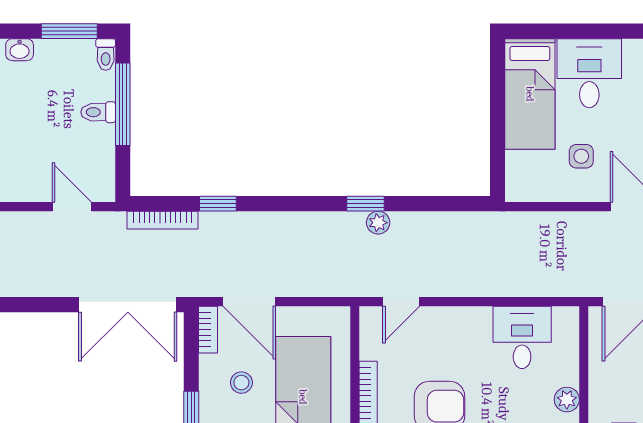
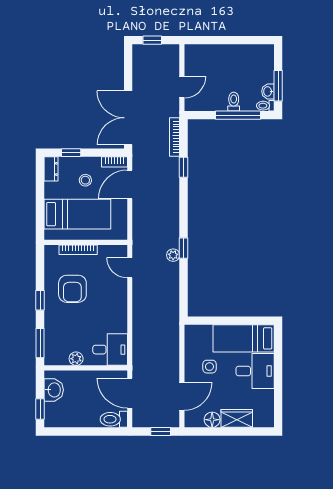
washbasin: (20, 50) -> (268, 91), moved
desk: (522, 337) -> (110, 350), moved

